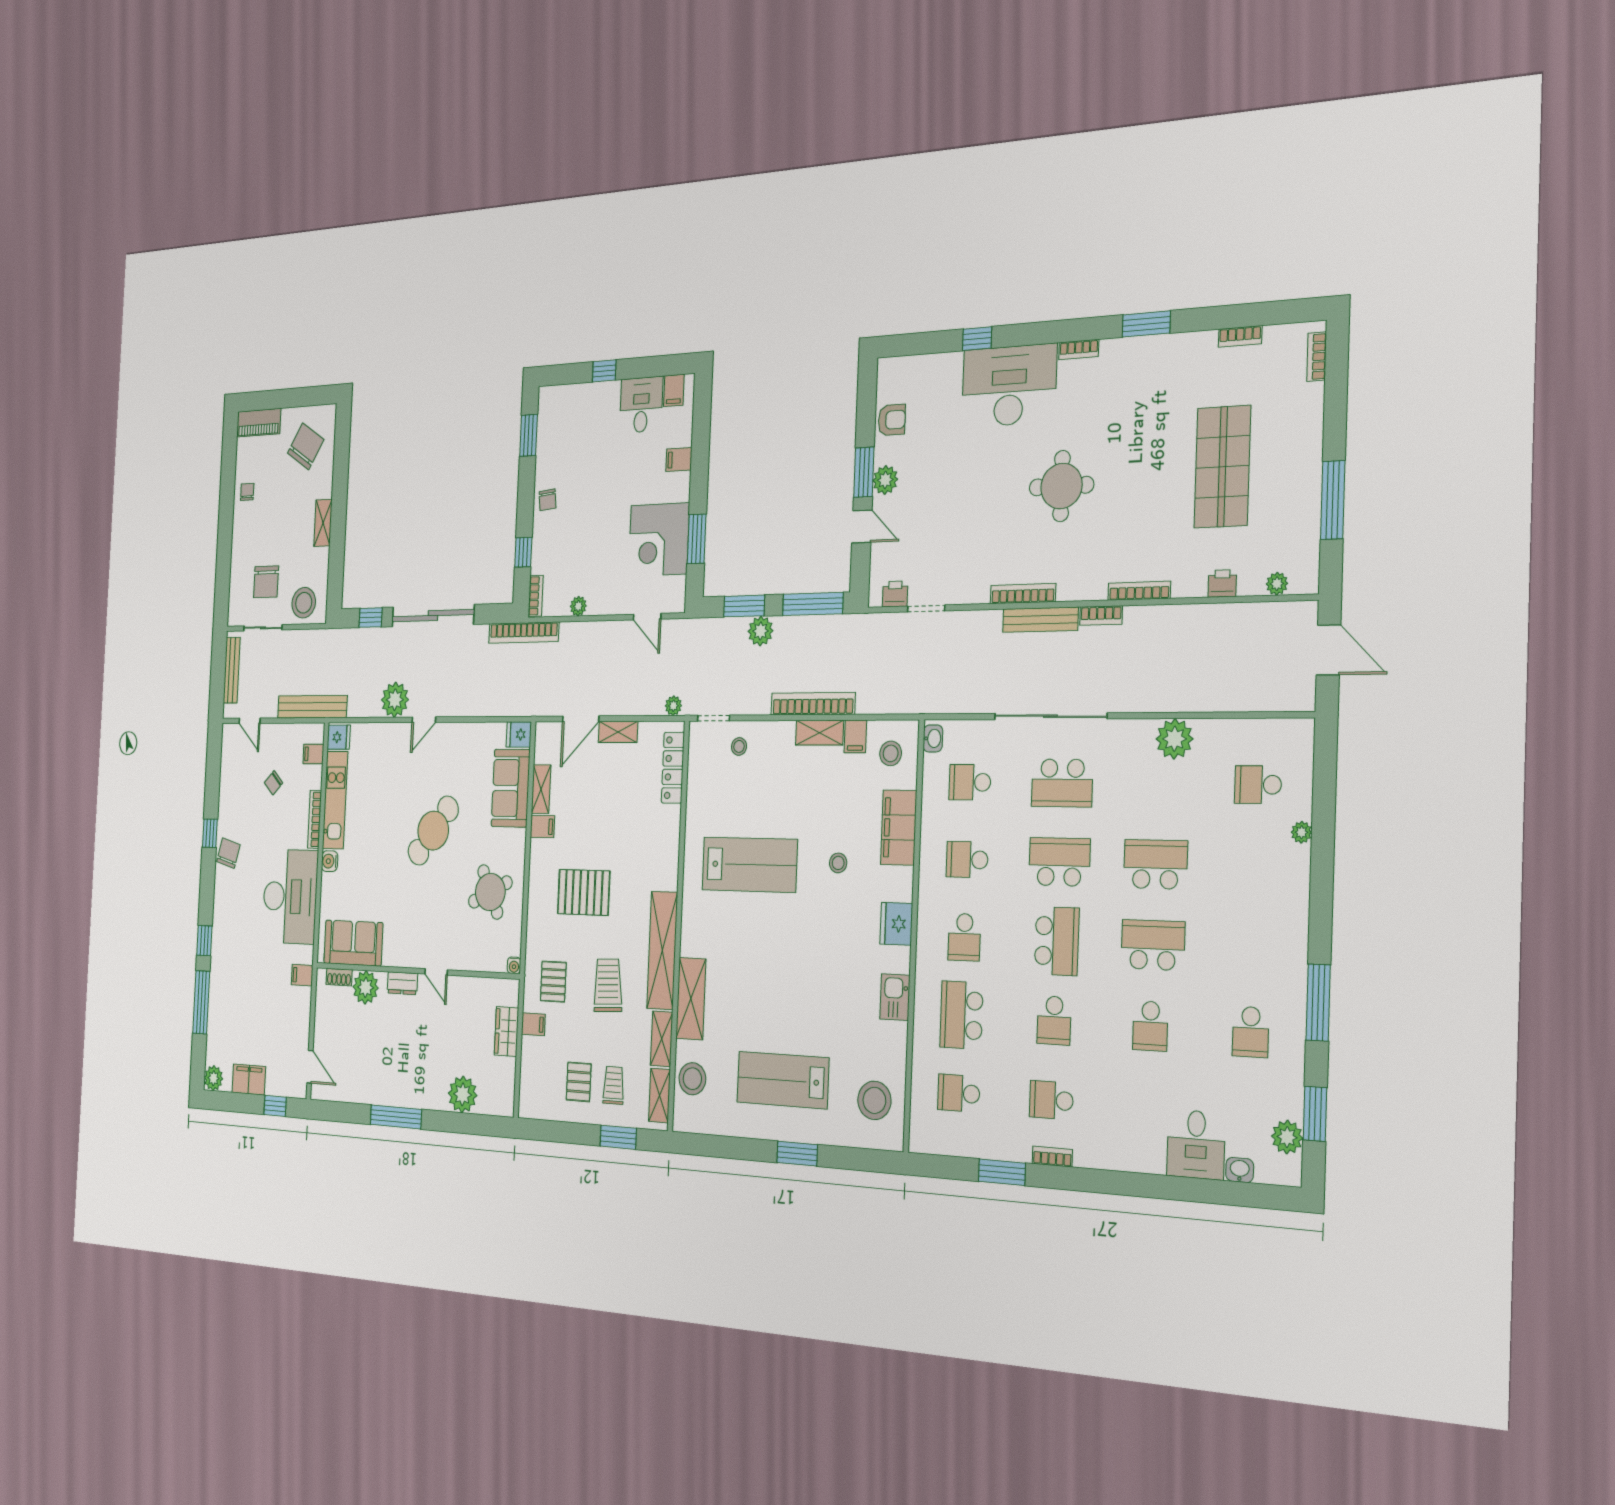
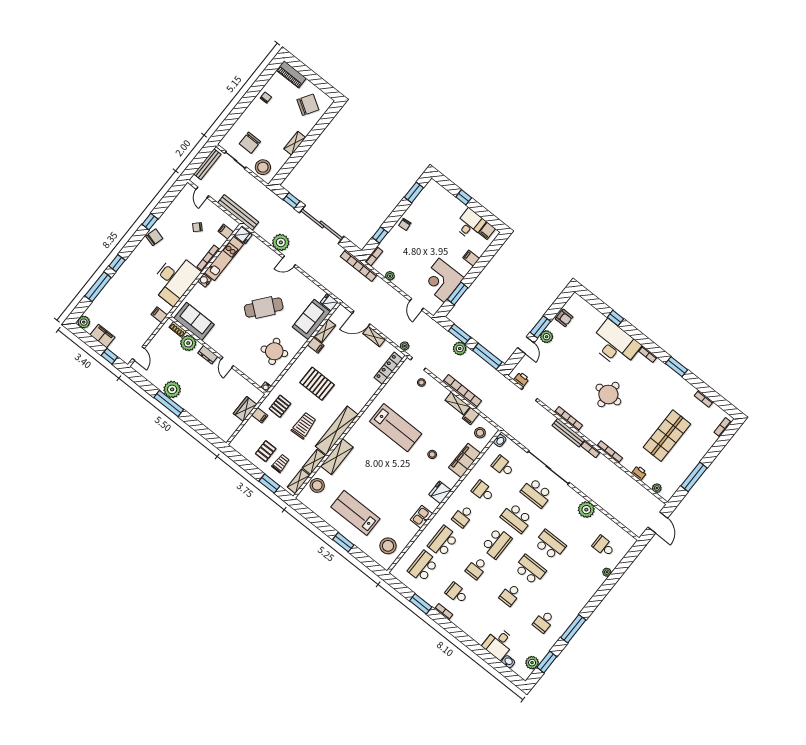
school desk: (1059, 862) -> (516, 518), turned 180
school desk: (959, 1093) -> (423, 567), width x1.85
plant: (463, 1094) -> (172, 389), moved

